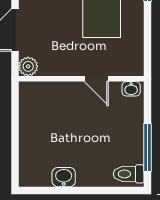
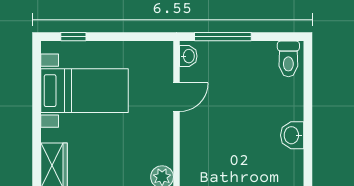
window: (148, 148) -> (223, 37), moved

